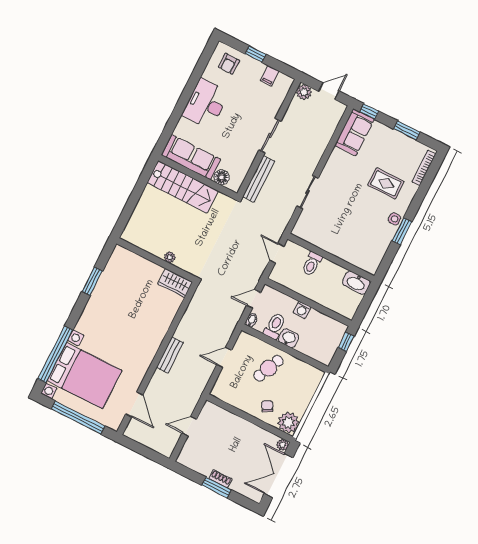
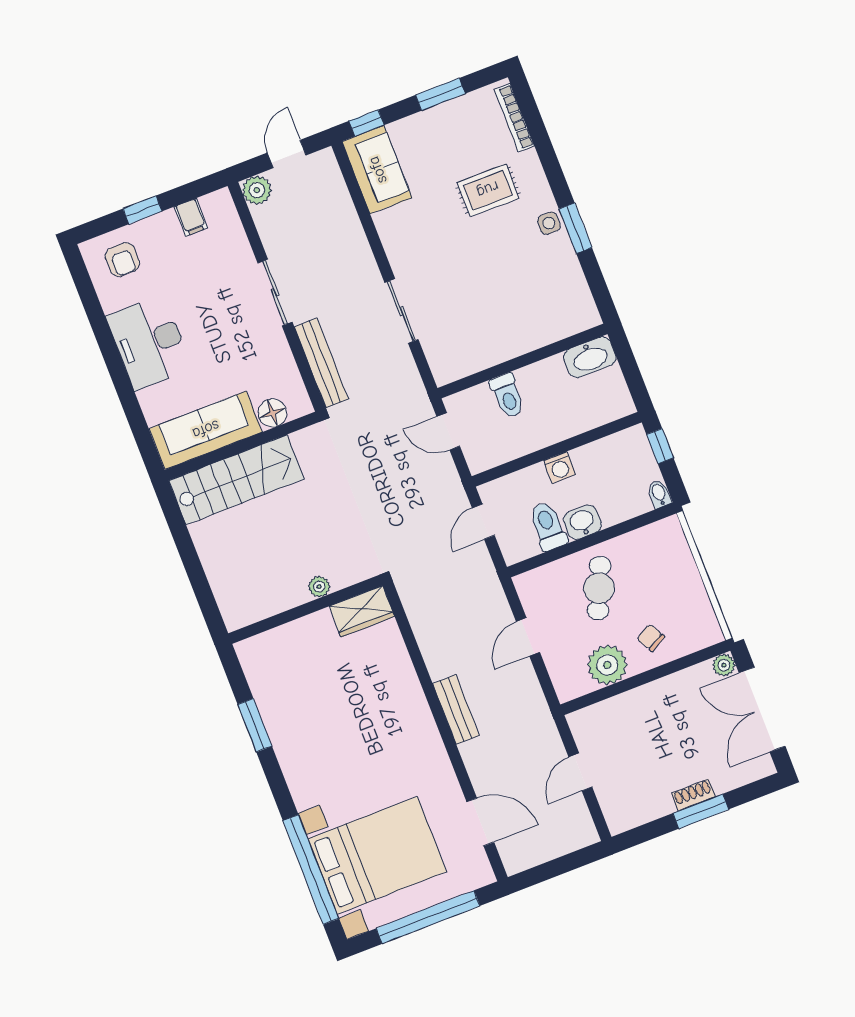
bidet: (251, 320) -> (659, 494), moved
plant: (288, 423) -> (607, 665), moved

